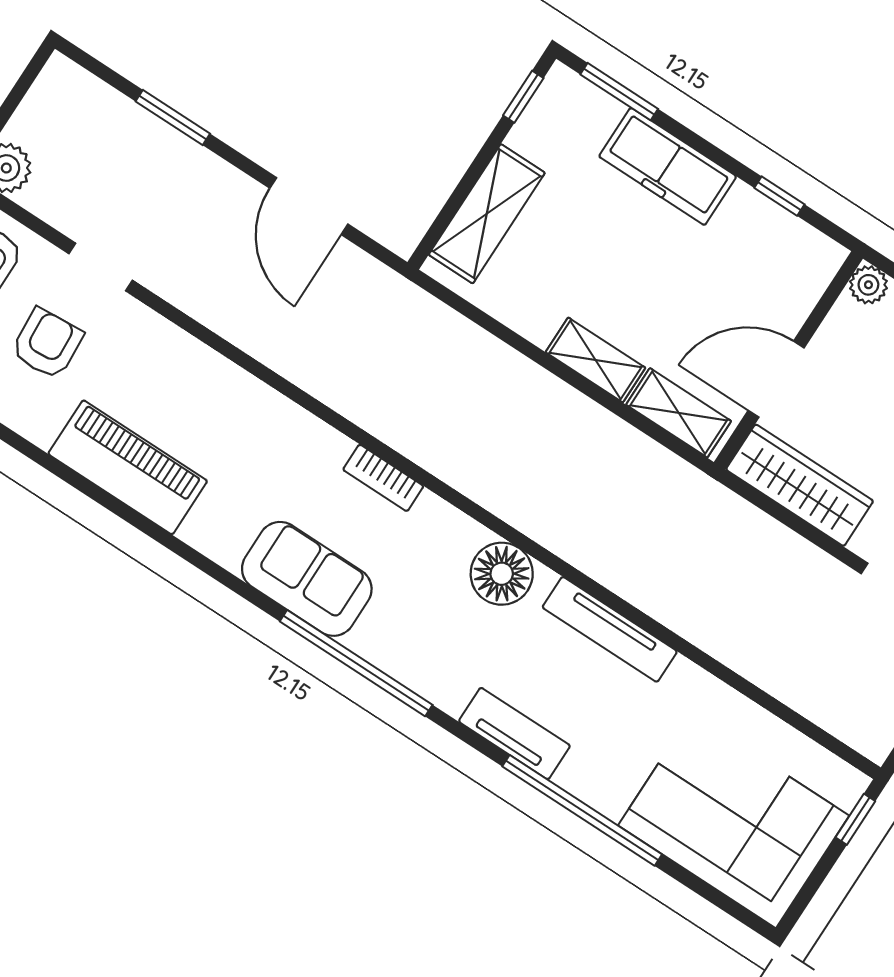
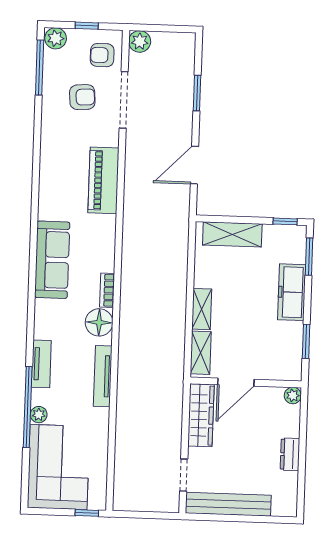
window: (779, 196) -> (306, 341), width x1.50
doorway: (101, 267) -> (124, 100), width x1.87
door: (776, 379) -> (236, 382), swing flipped
piano: (128, 467) -> (103, 180), moved, turned 180
bookcase: (383, 478) -> (107, 290), moved
sofa: (307, 579) -> (52, 260), width x1.36
window: (356, 663) -> (32, 288), removed
plant: (609, 798) -> (39, 415), added

